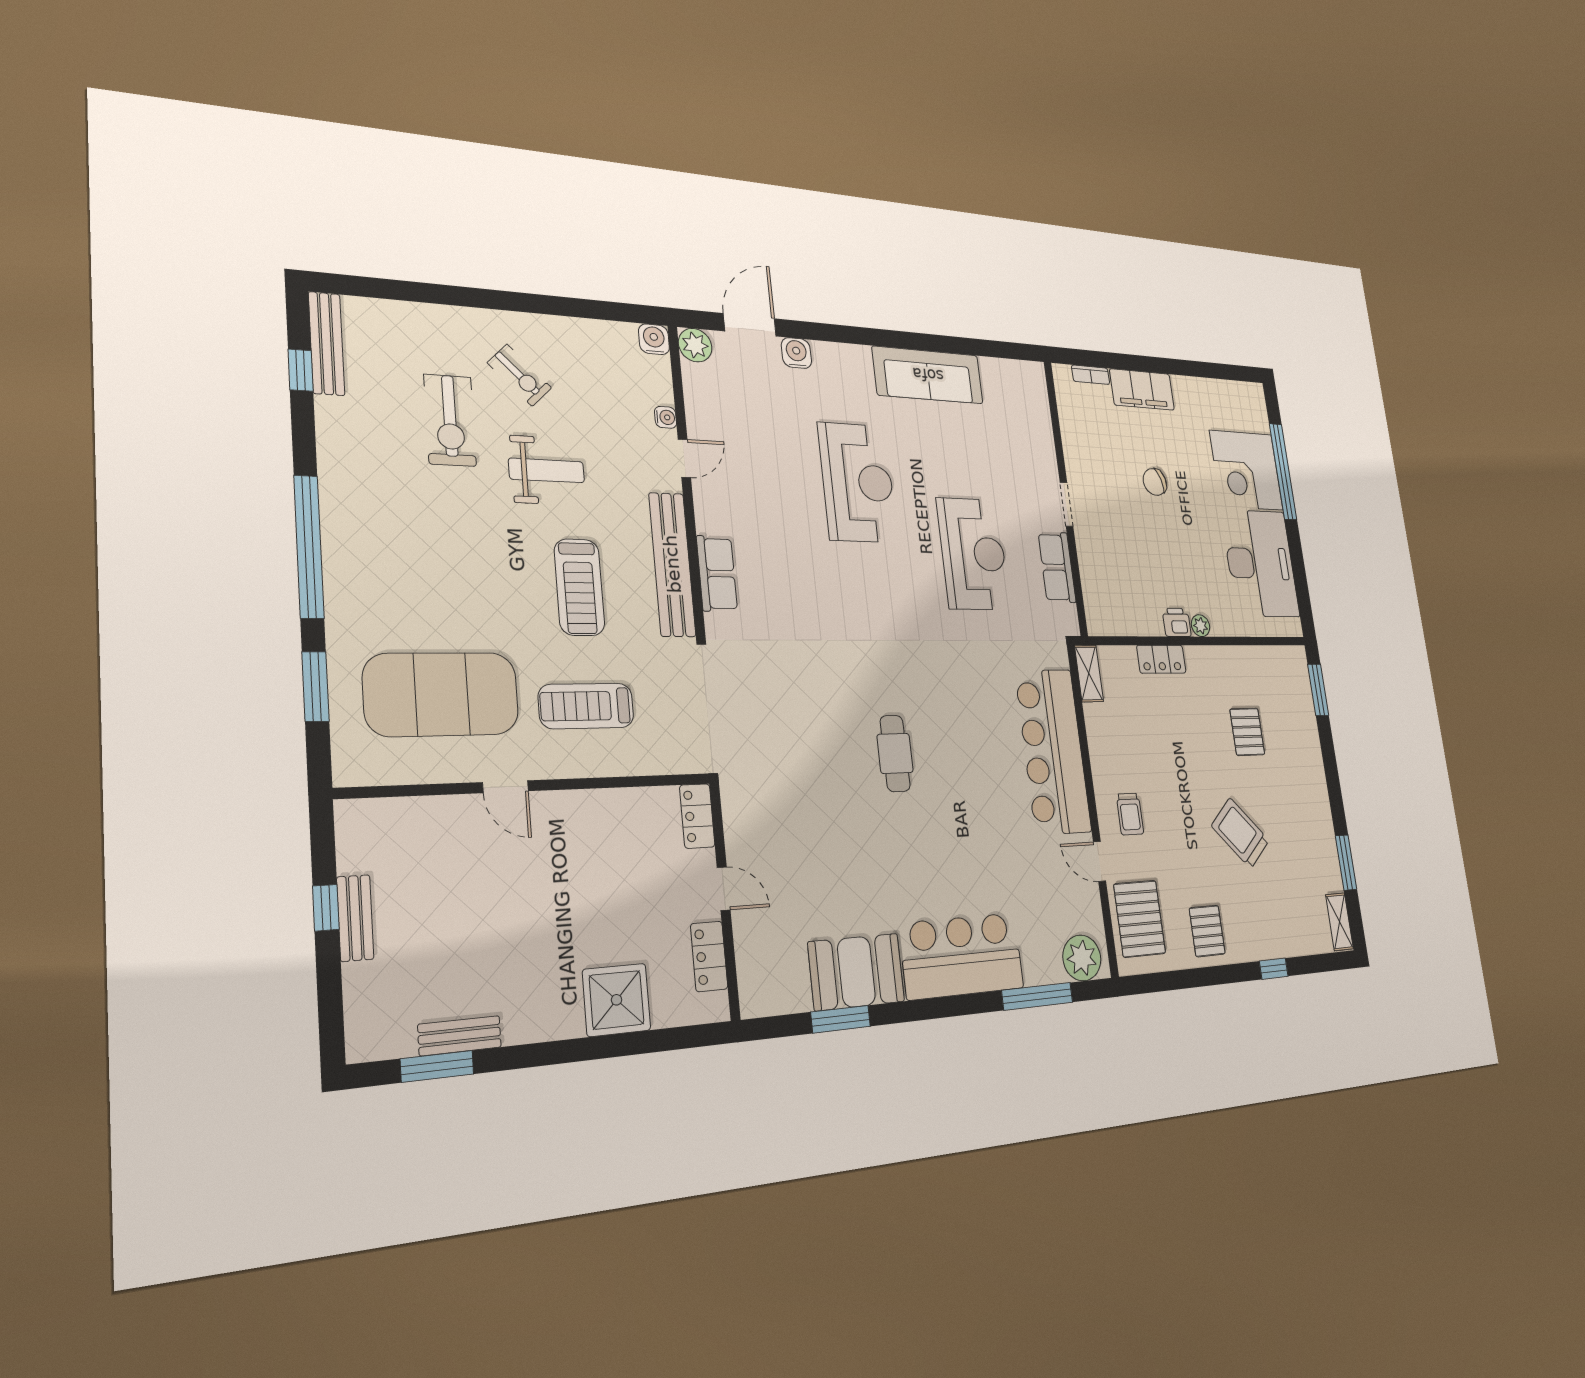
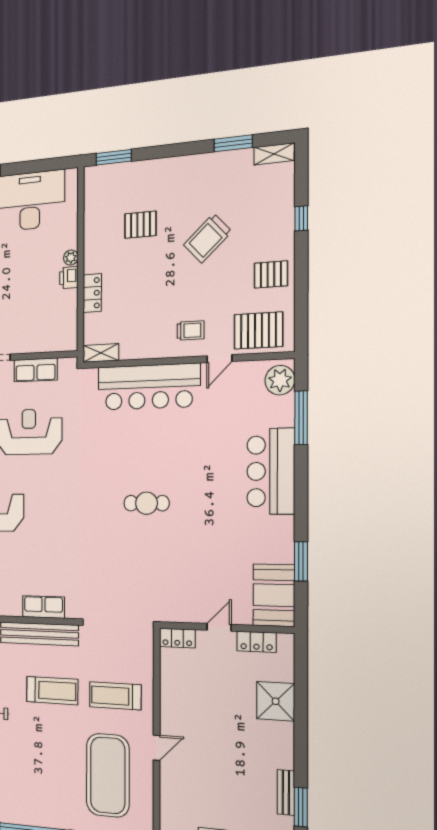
treadmill: (586, 706) -> (115, 696), turned 90
booth: (856, 972) -> (274, 595), moved

